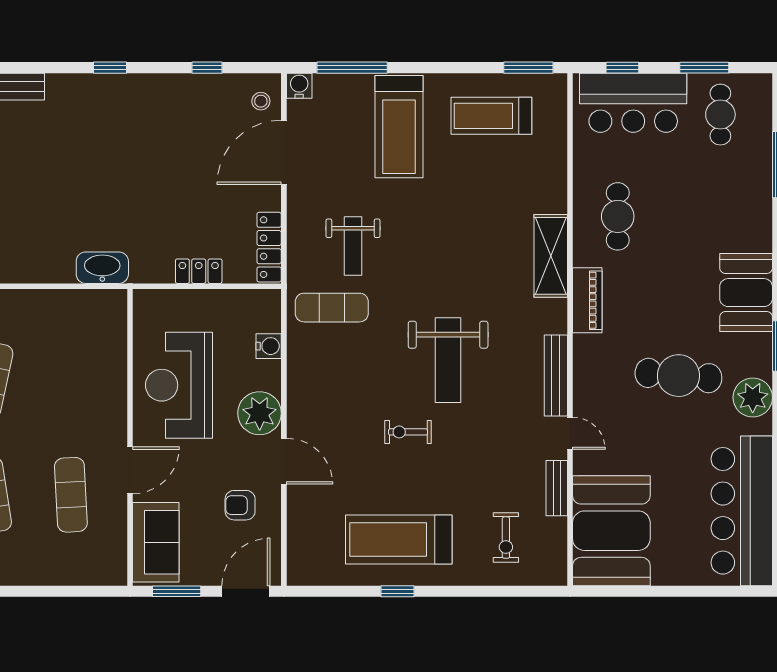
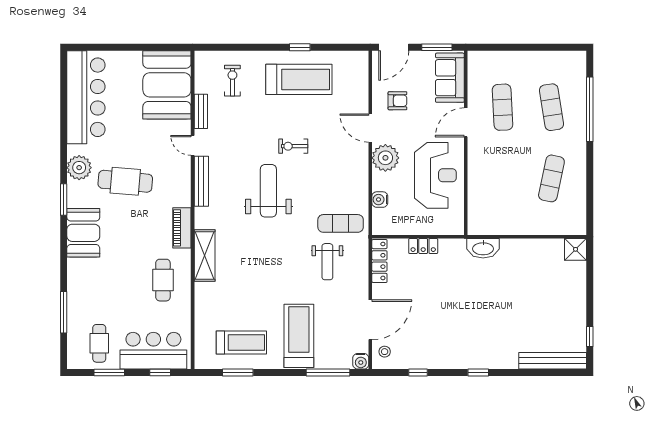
window: (528, 68) -> (238, 372), moved
weight bench: (353, 246) -> (327, 262), turned 180
exercise bike: (408, 432) -> (293, 146), turned 180

